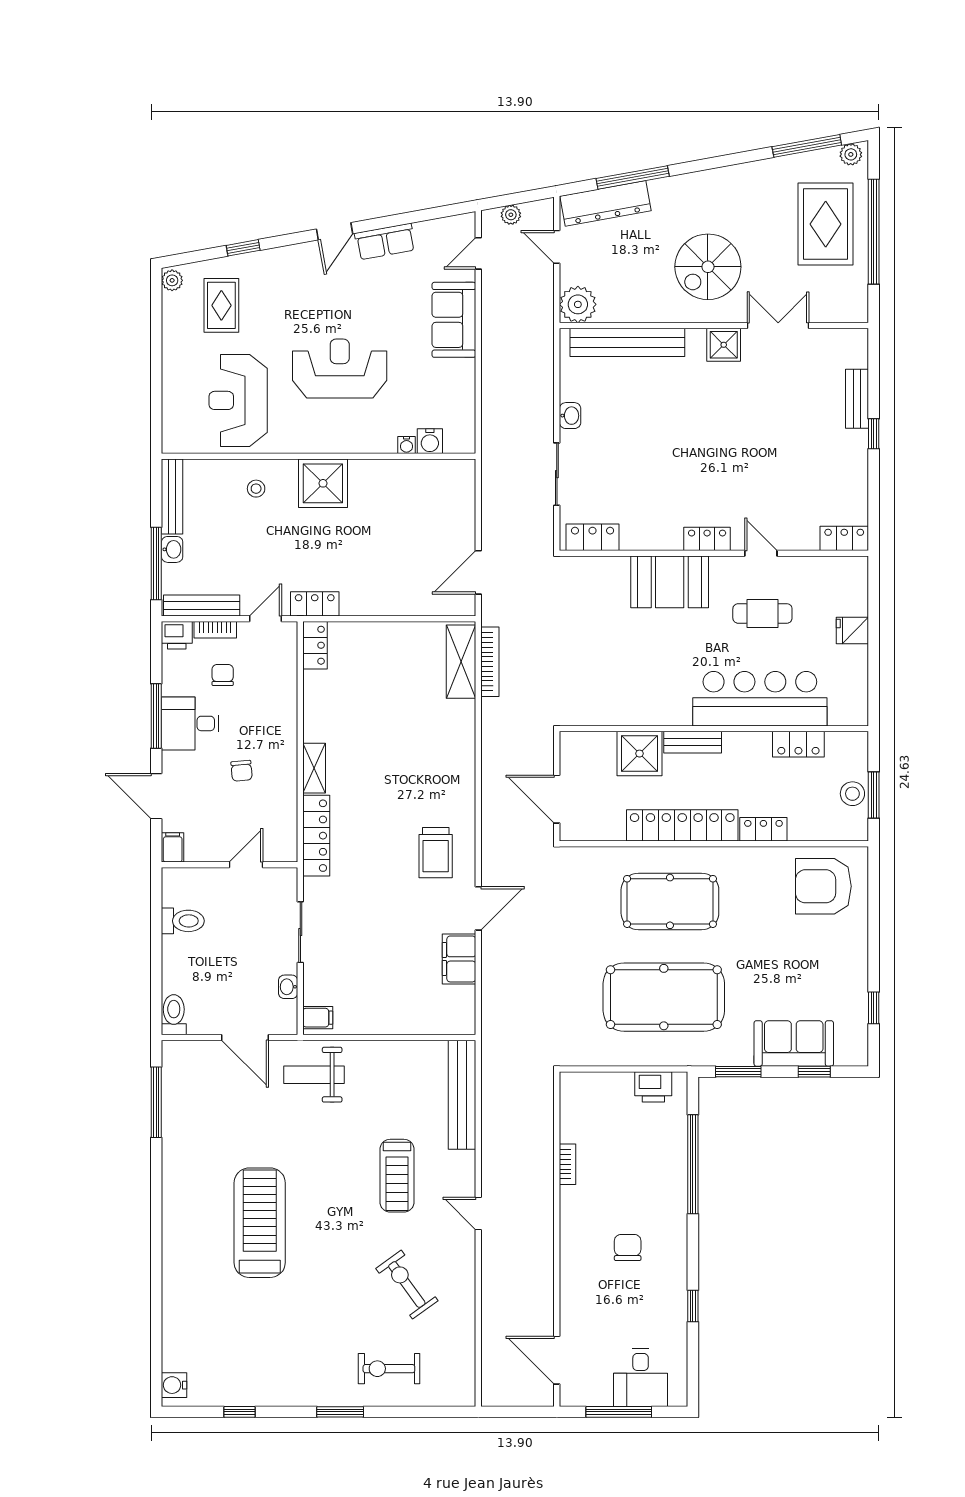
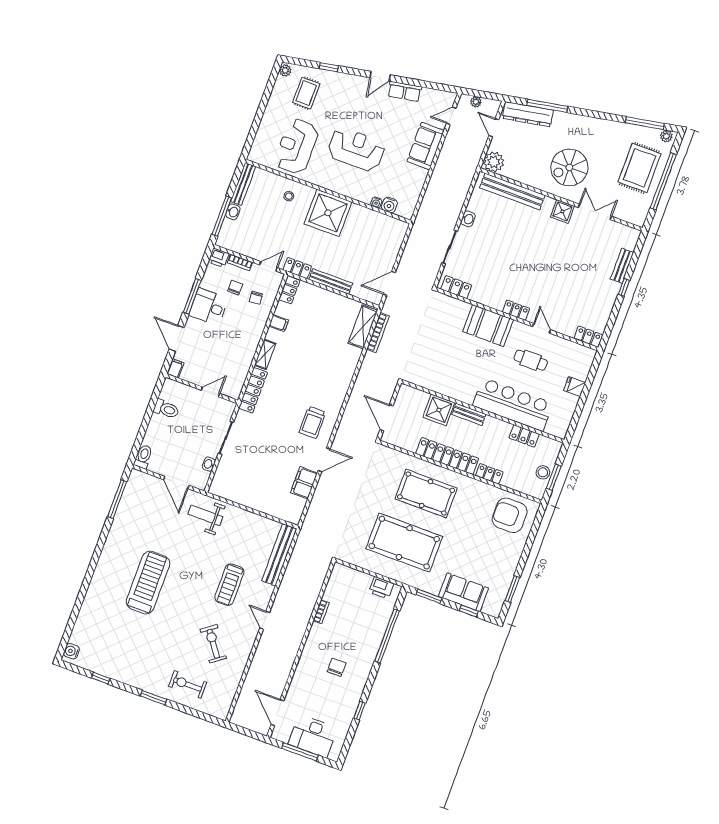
shower: (323, 483) -> (328, 213), width x1.37, depth x1.37
bench: (202, 605) -> (331, 281), moved
chair: (242, 771) -> (256, 298), moved
window: (874, 1008) -> (512, 589), width x1.50
filing cabinet: (318, 1018) -> (279, 323), moved
desk: (641, 1378) -> (313, 736), width x1.37

